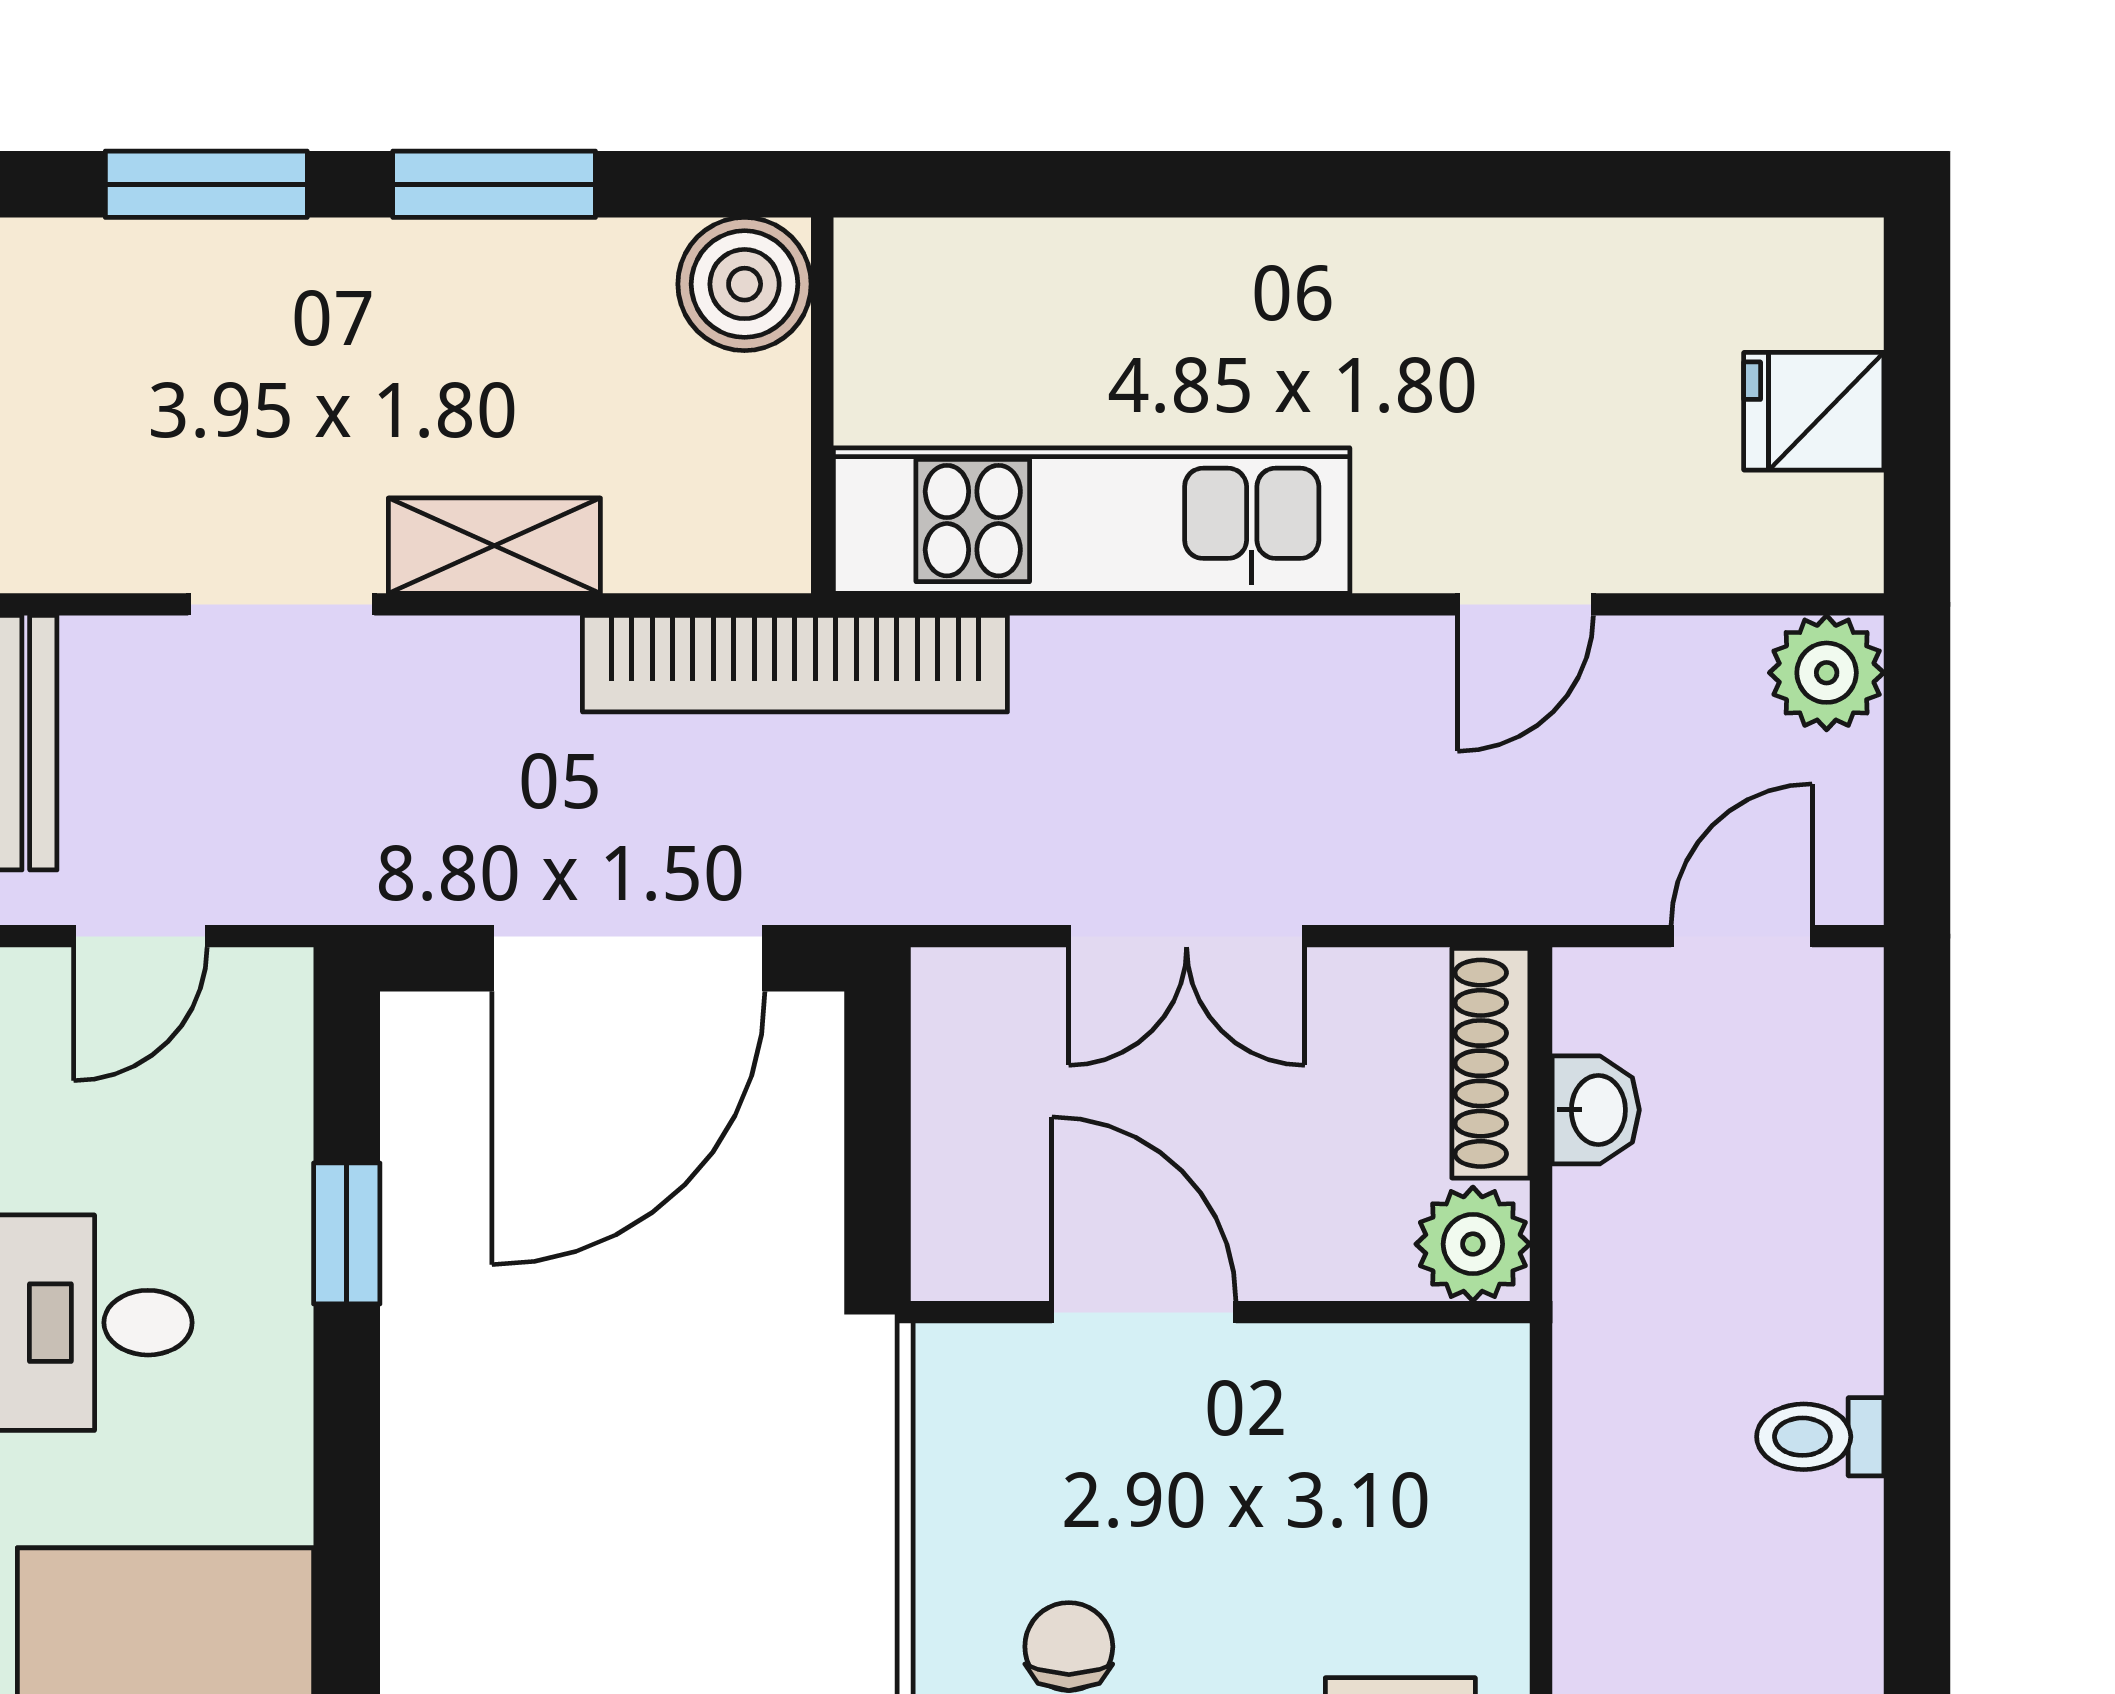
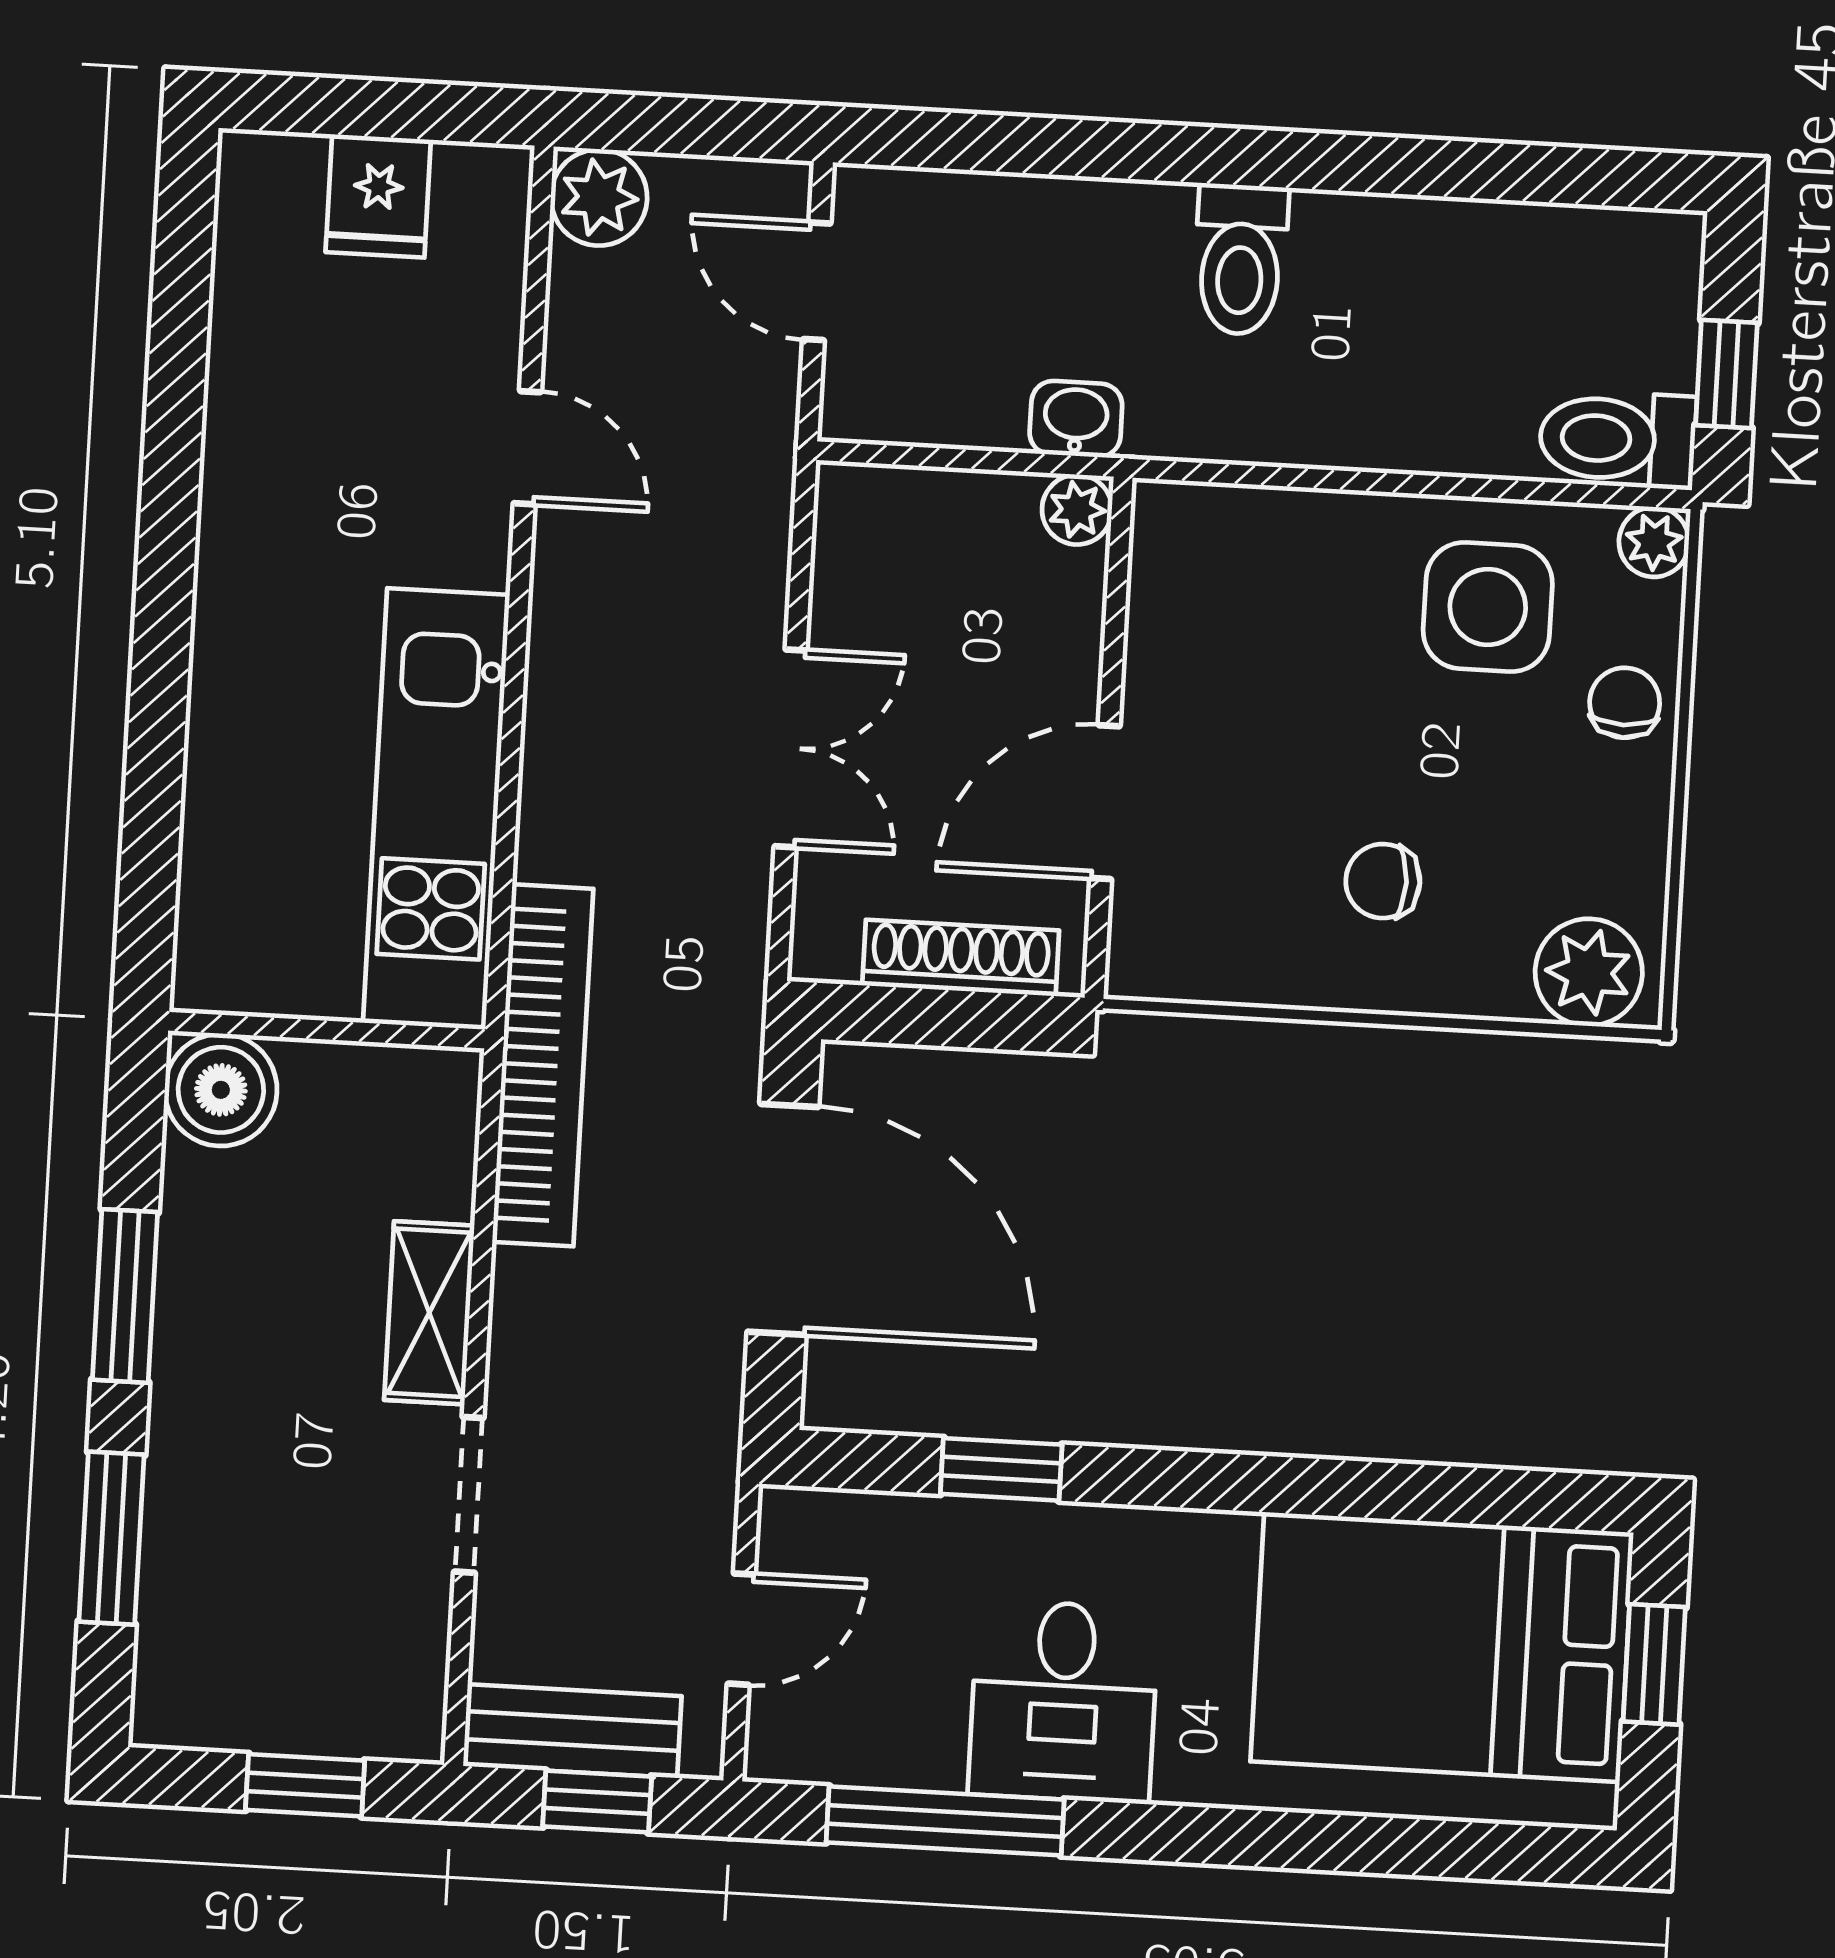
door: (140, 936) -> (741, 1629), hinge flipped
shoe rack: (1491, 1063) -> (961, 958), moved, turned 180
washbasin: (1596, 1110) -> (1076, 419), moved
plant: (1473, 1244) -> (1077, 510), width x0.73, depth x0.73
toilet: (1820, 1437) -> (1240, 259), width x1.37, depth x1.39

